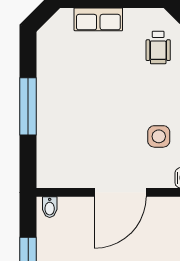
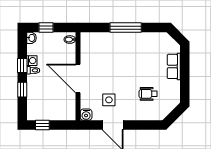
wheelchair: (158, 48) -> (148, 94), moved

